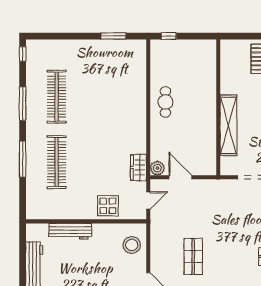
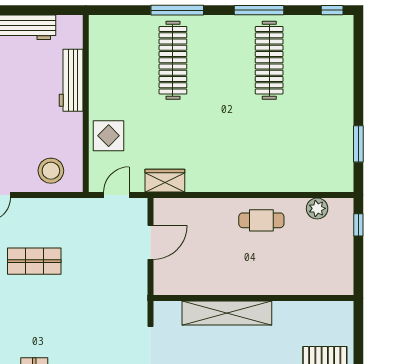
clothes rail: (57, 97) -> (269, 60), turned 90
clothes rail: (57, 162) -> (173, 60), turned 90
plant: (157, 168) -> (317, 208), moved
door: (148, 200) -> (116, 195), swing flipped

